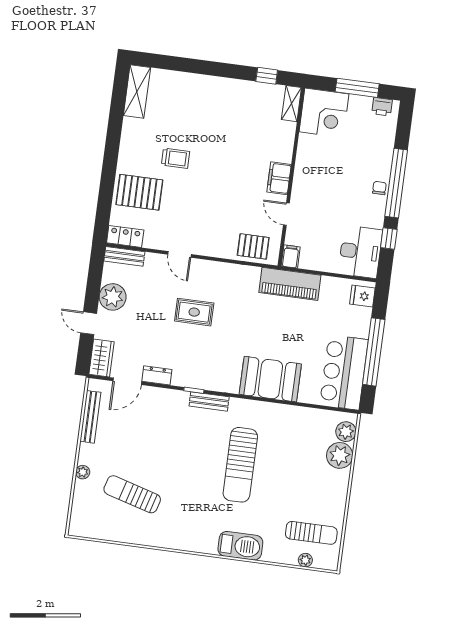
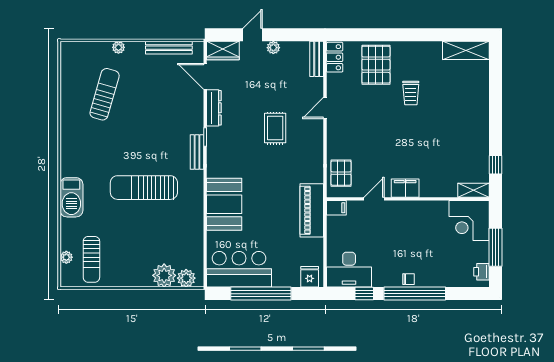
plant: (113, 297) -> (273, 48), width x0.53, depth x0.53
dresser: (157, 375) -> (214, 108), width x1.44

